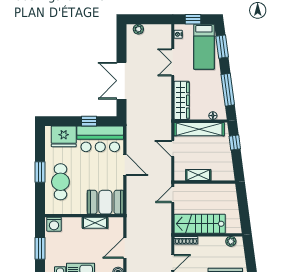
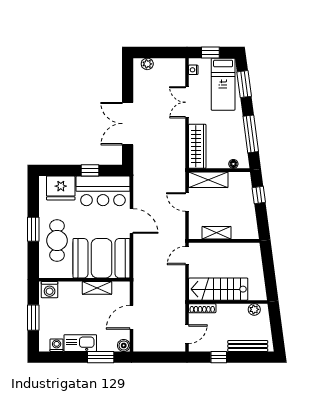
shelving: (199, 129) -> (208, 180), width x0.68
booth: (105, 202) -> (102, 258), width x1.36, depth x1.42

